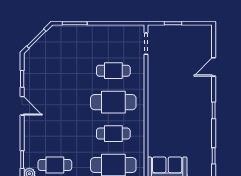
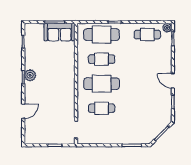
plant: (205, 113) -> (30, 75), added

